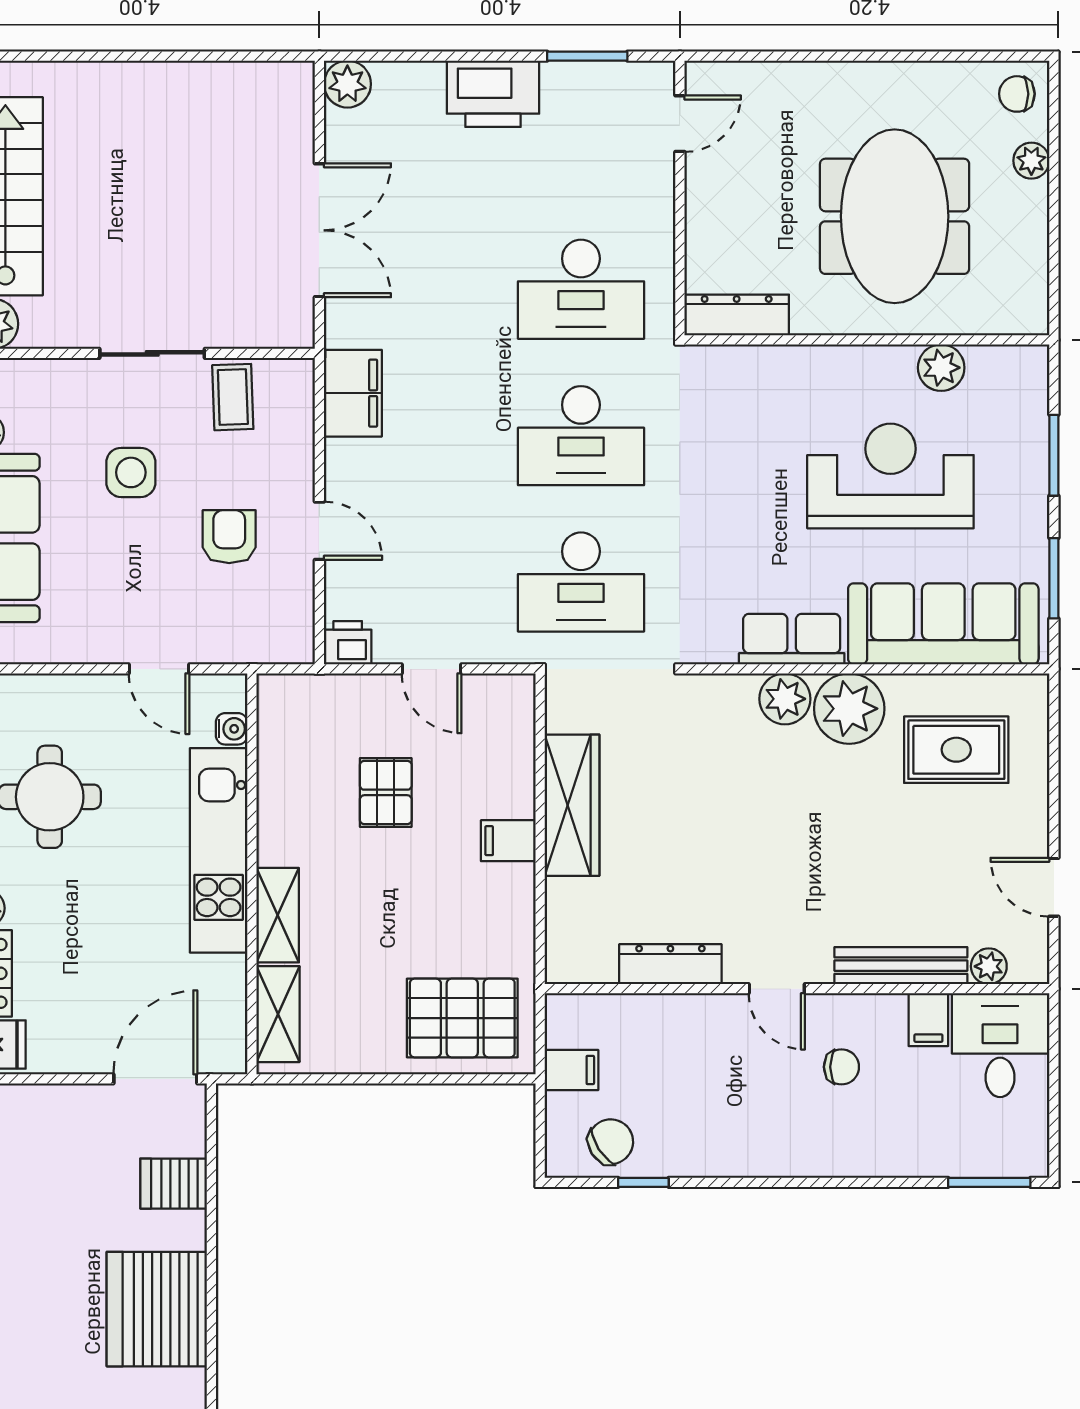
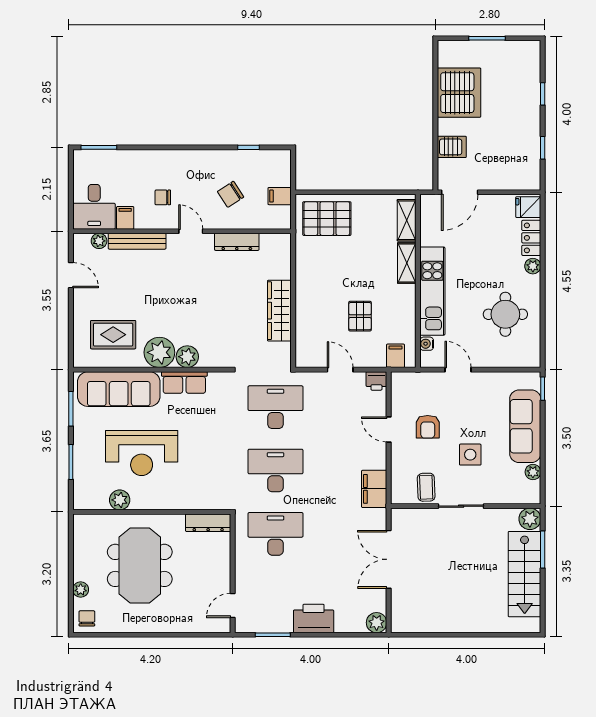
chair: (1017, 94) -> (87, 618), turned -90
filing cabinet: (508, 841) -> (395, 356), moved, turned -90
chair: (611, 1142) -> (231, 194), moved

